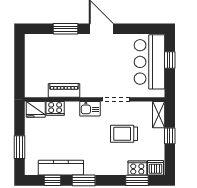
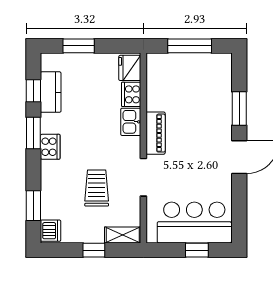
window: (19, 65) -> (190, 46), added
piano: (64, 90) -> (156, 133), moved
kitchen sink: (90, 109) -> (131, 122), moved
kitchen counter: (61, 168) -> (51, 92), width x0.67
cooker: (137, 168) -> (50, 147), moved

